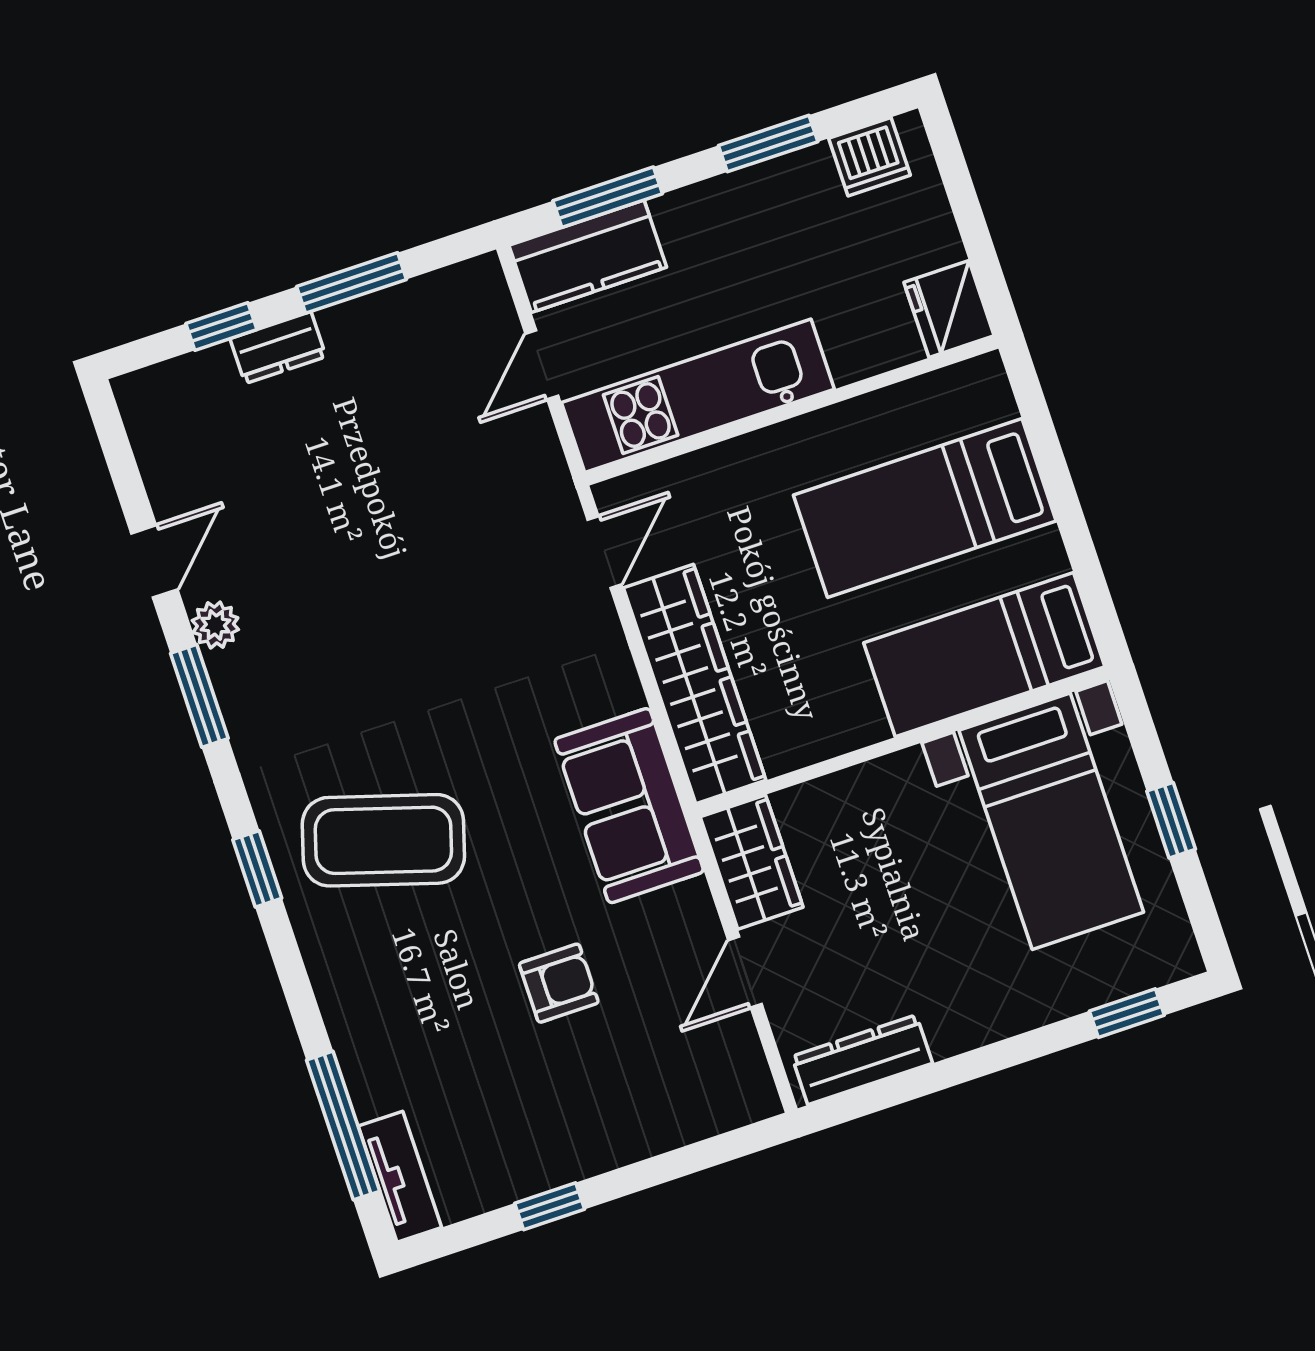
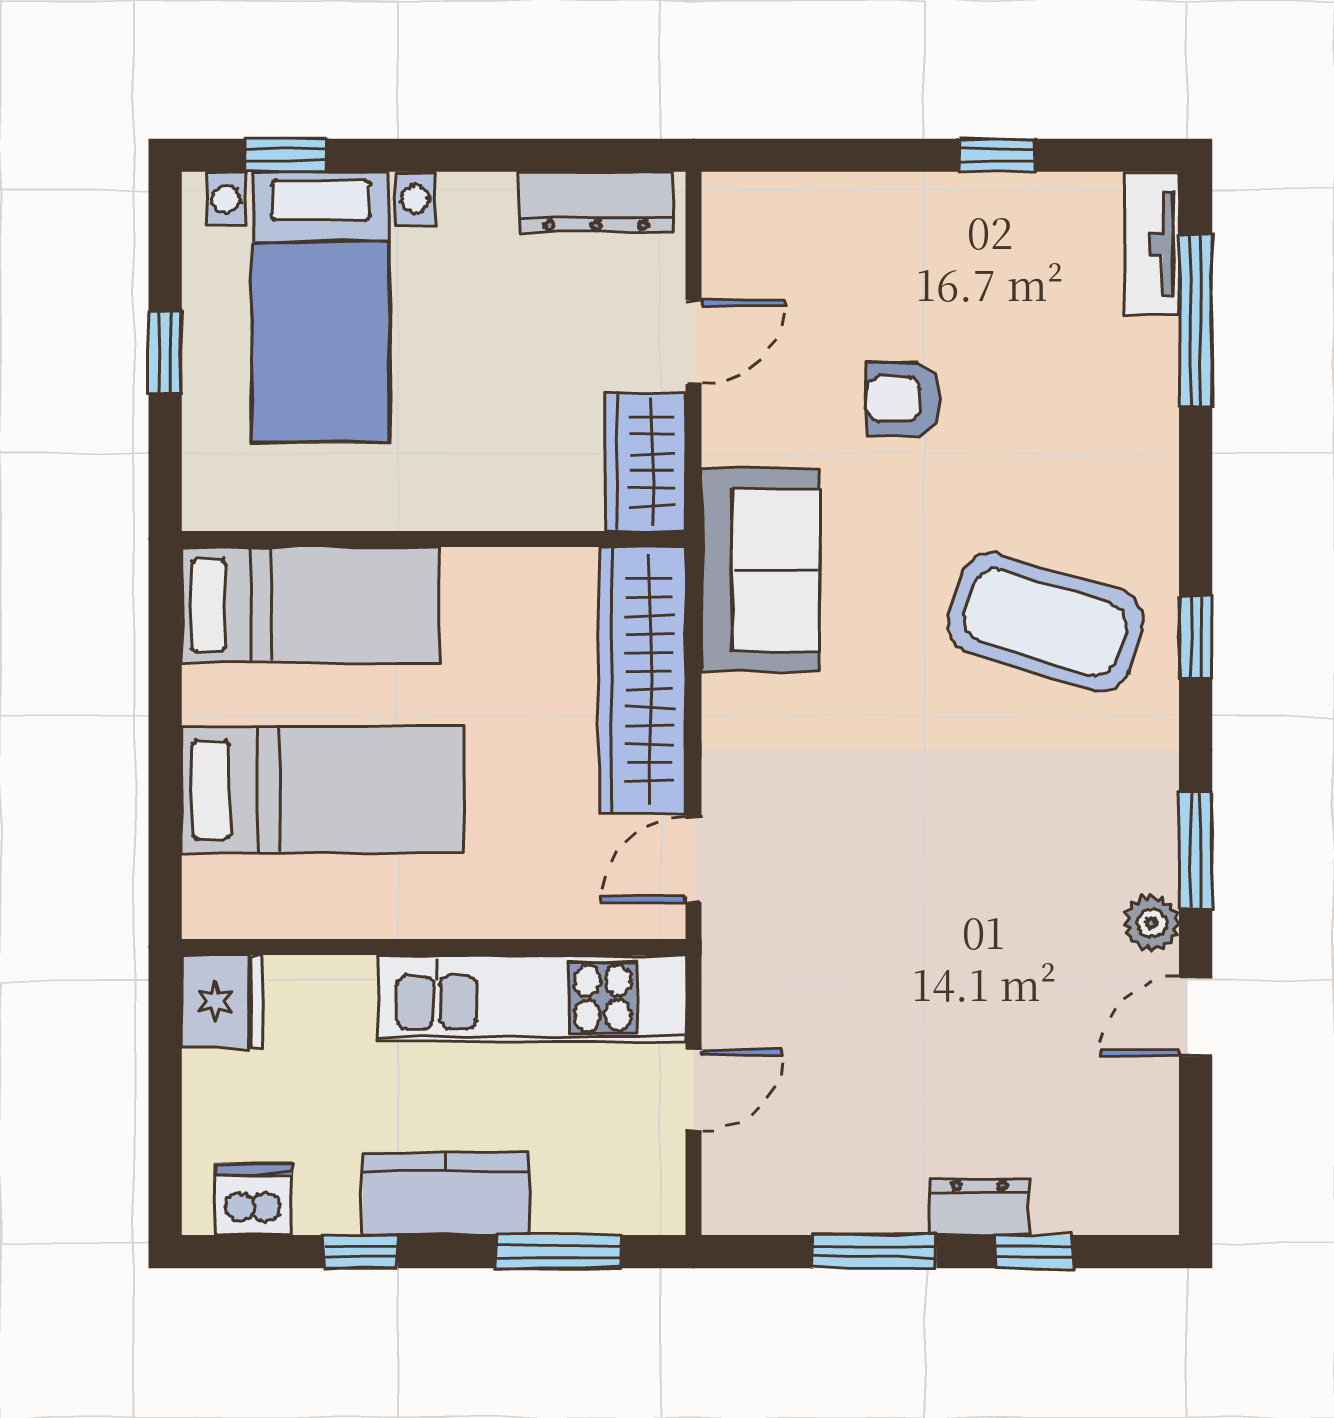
window: (768, 144) -> (361, 1252), width x0.67
kitchen counter: (588, 256) -> (446, 1194), moved
bed with nightstands: (1051, 821) -> (321, 307), moved, turned 180

